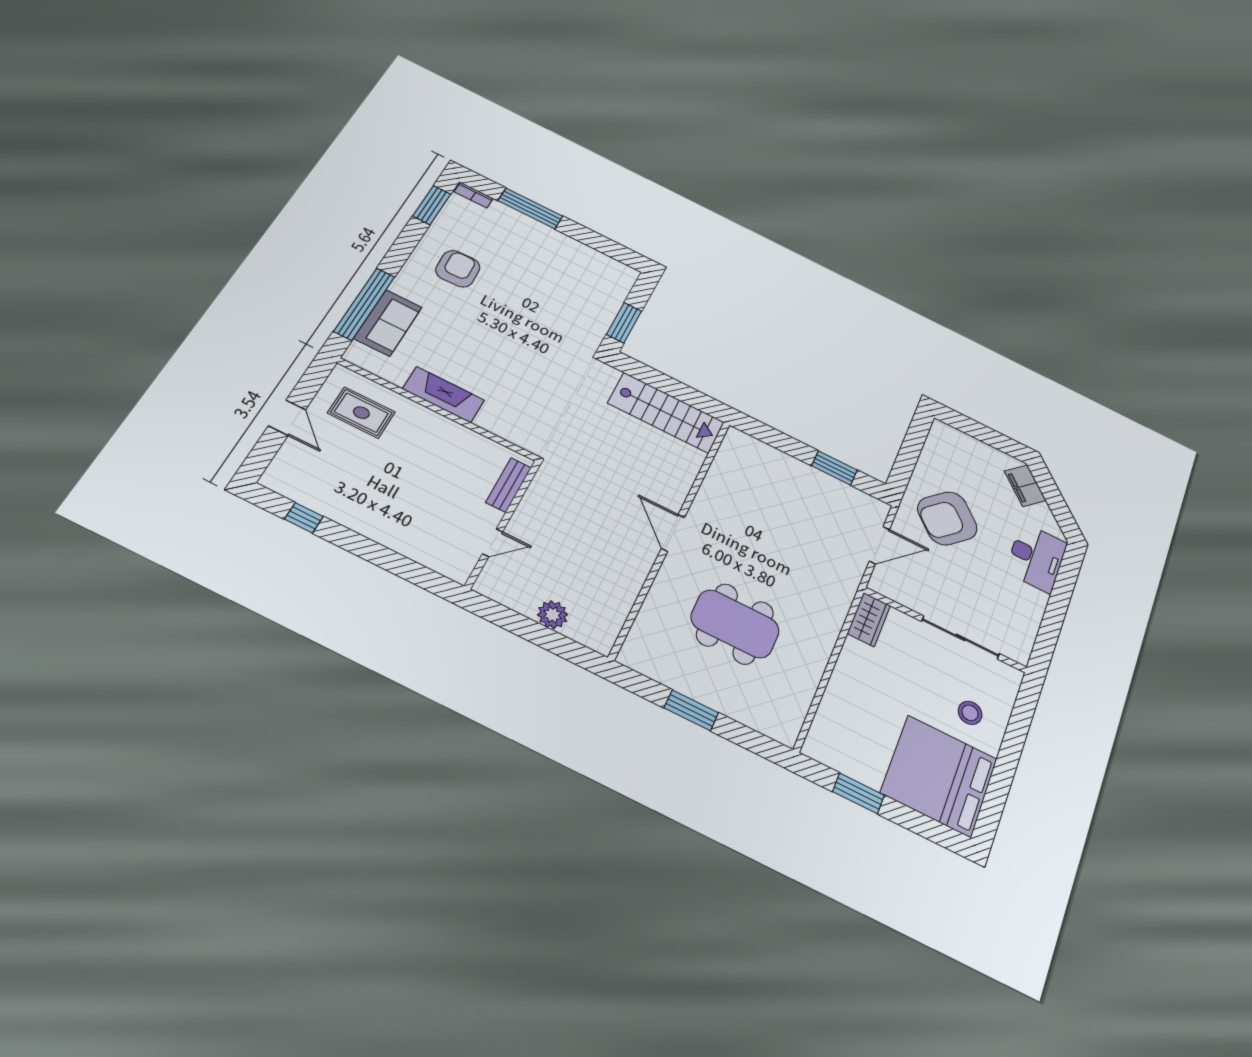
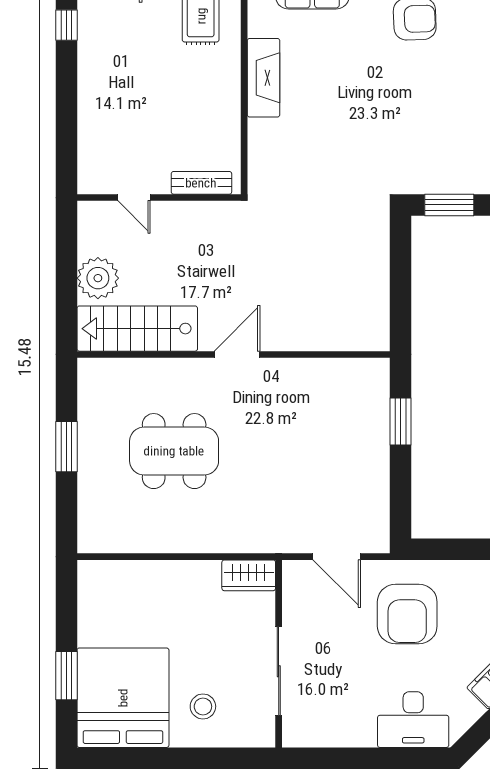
stairs: (666, 413) -> (137, 329), moved, turned 90
window: (834, 468) -> (400, 422), moved
armchair: (947, 518) -> (407, 614), turned -135
plant: (553, 615) -> (98, 278), width x1.36, depth x1.36
dining table: (735, 624) -> (174, 451), turned 90
window: (858, 793) -> (66, 676), moved

